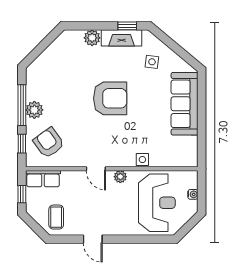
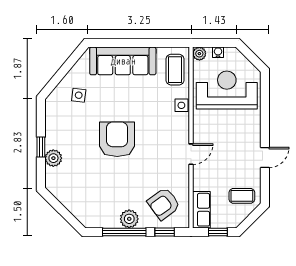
window: (127, 26) -> (41, 147), moved
fireplace: (122, 38) -> (54, 127), removed
coffee table: (176, 153) -> (175, 70), added
plant: (120, 177) -> (199, 54), moved

